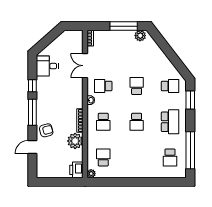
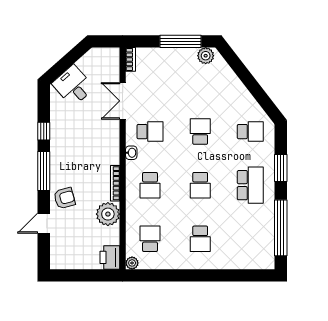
desk: (47, 66) -> (73, 86), moved, turned 48
school desk: (103, 86) -> (150, 132), turned 180
window: (190, 100) -> (281, 168), moved
school desk: (170, 157) -> (200, 239), moved

